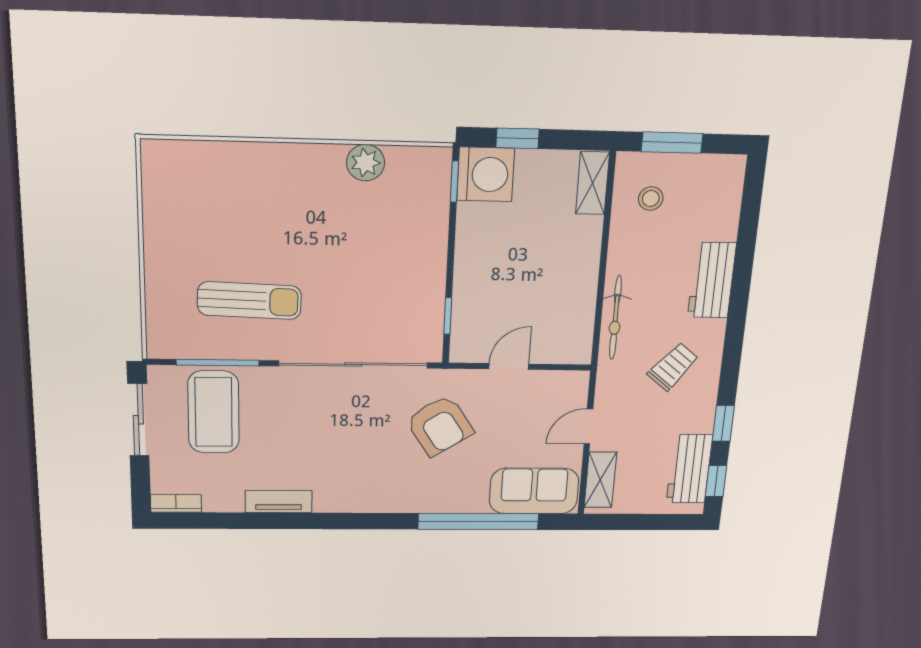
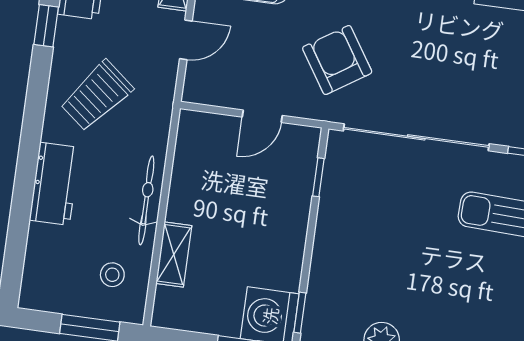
shelving: (593, 183) -> (174, 255), moved
bicycle: (615, 318) -> (146, 200), moved
trolley: (673, 367) -> (97, 96), width x1.36, depth x1.39

